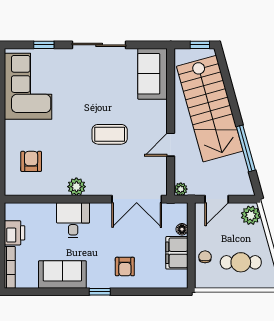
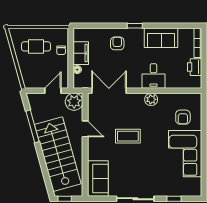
corner sofa: (28, 86) -> (185, 154), moved
door: (171, 145) -> (85, 129), hinge flipped
plant: (181, 189) -> (74, 102), width x1.87, depth x1.87
plant: (251, 215) -> (29, 79), removed

